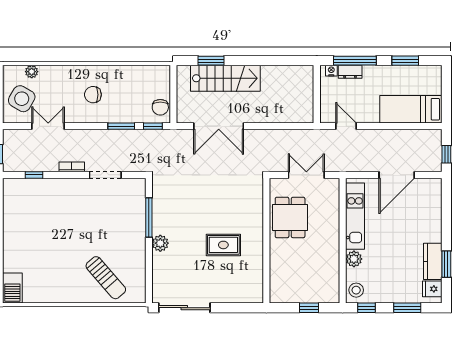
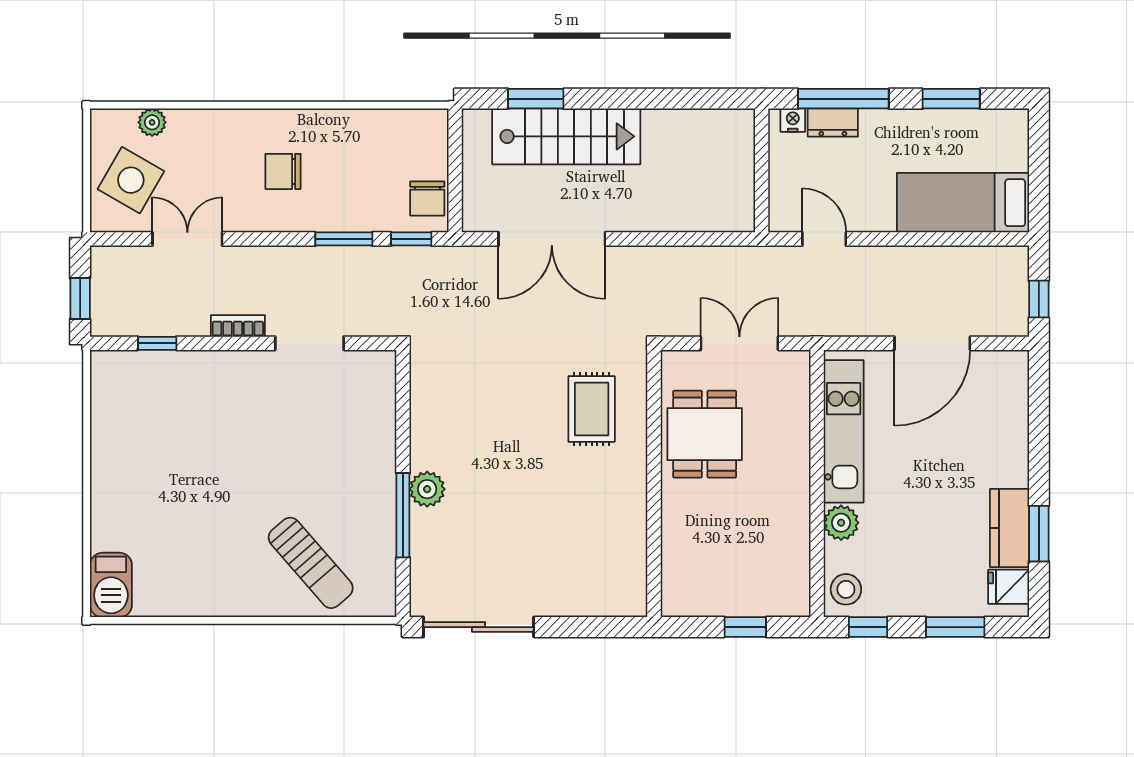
window: (149, 217) -> (403, 515), moved
rug: (223, 245) -> (592, 409), moved, turned 90

